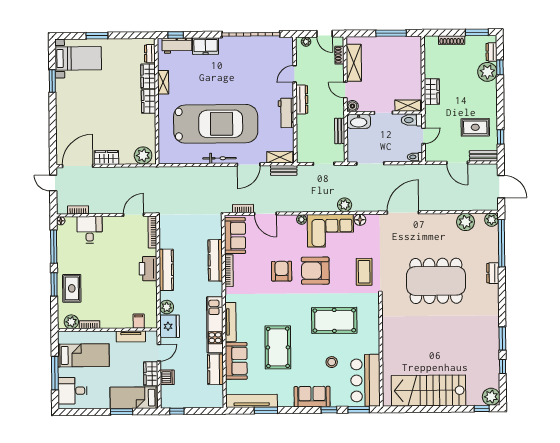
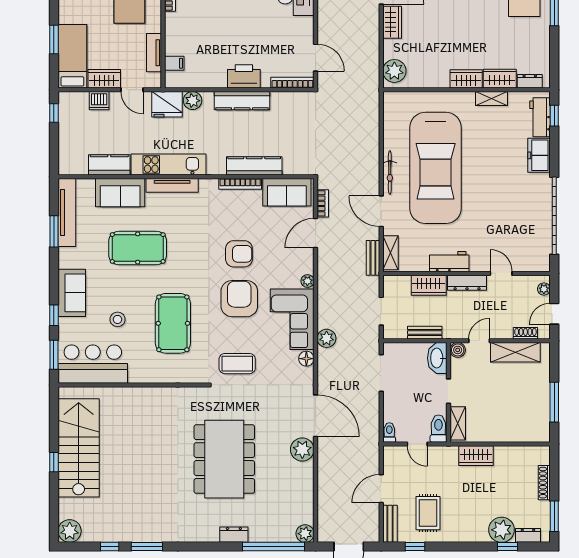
wardrobe: (304, 128) -> (429, 285), added
plant: (466, 222) -> (302, 450), moved
window: (482, 409) -> (54, 462), moved

